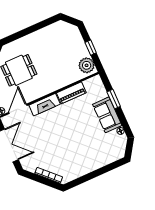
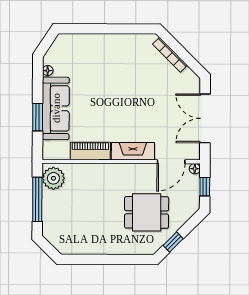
window: (91, 48) -> (37, 199), width x2.17
sofa: (107, 115) -> (56, 108), width x1.36

